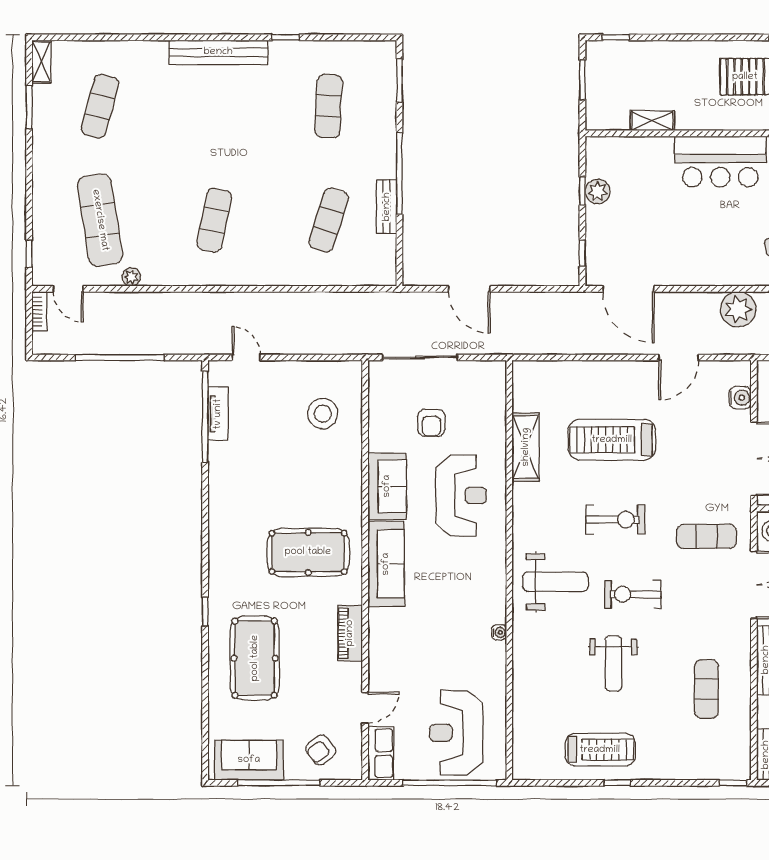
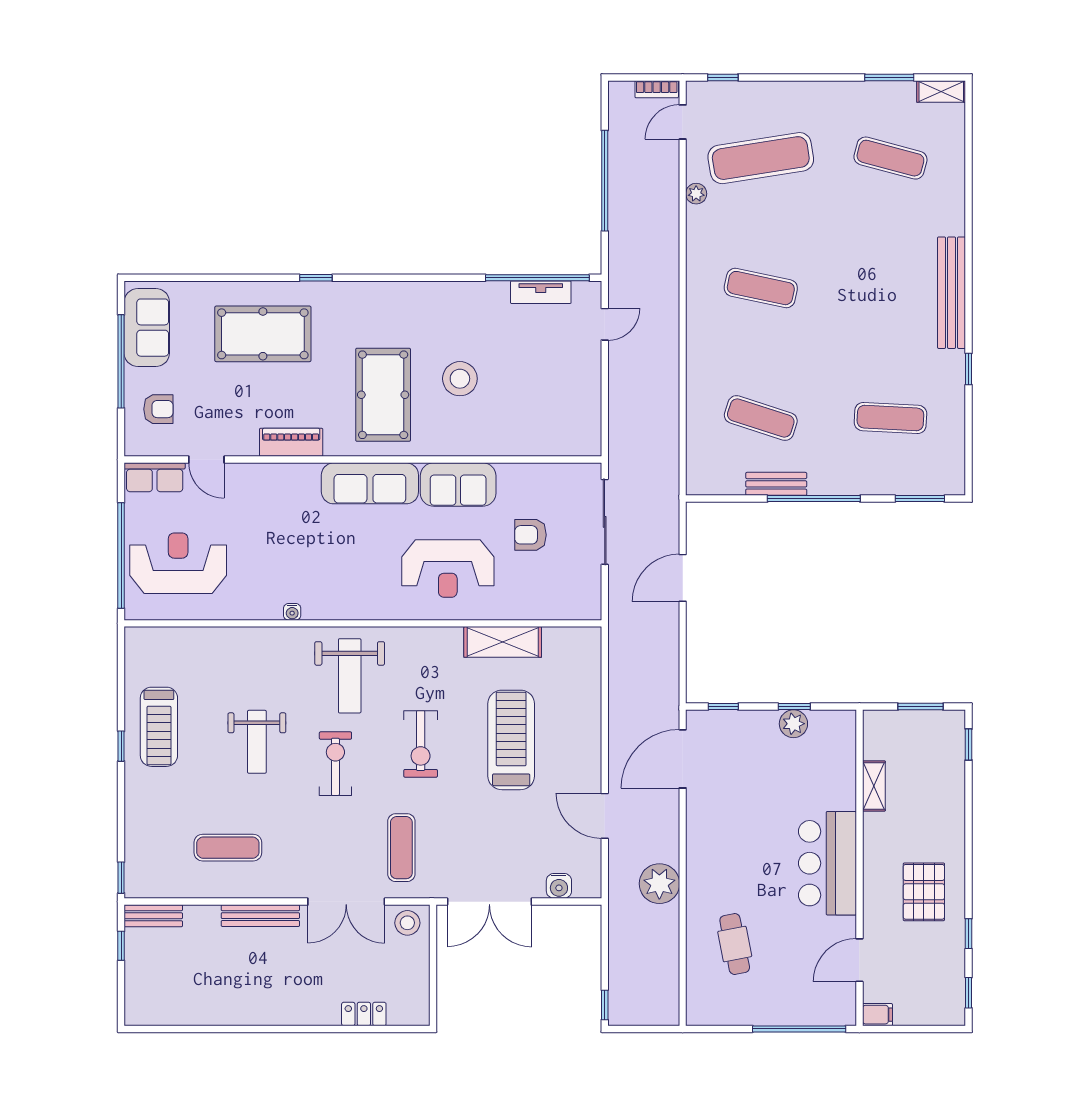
stool: (323, 414) -> (460, 379), moved
weight bench: (613, 663) -> (257, 742), turned -90
armchair: (321, 750) -> (158, 409), turned 128

